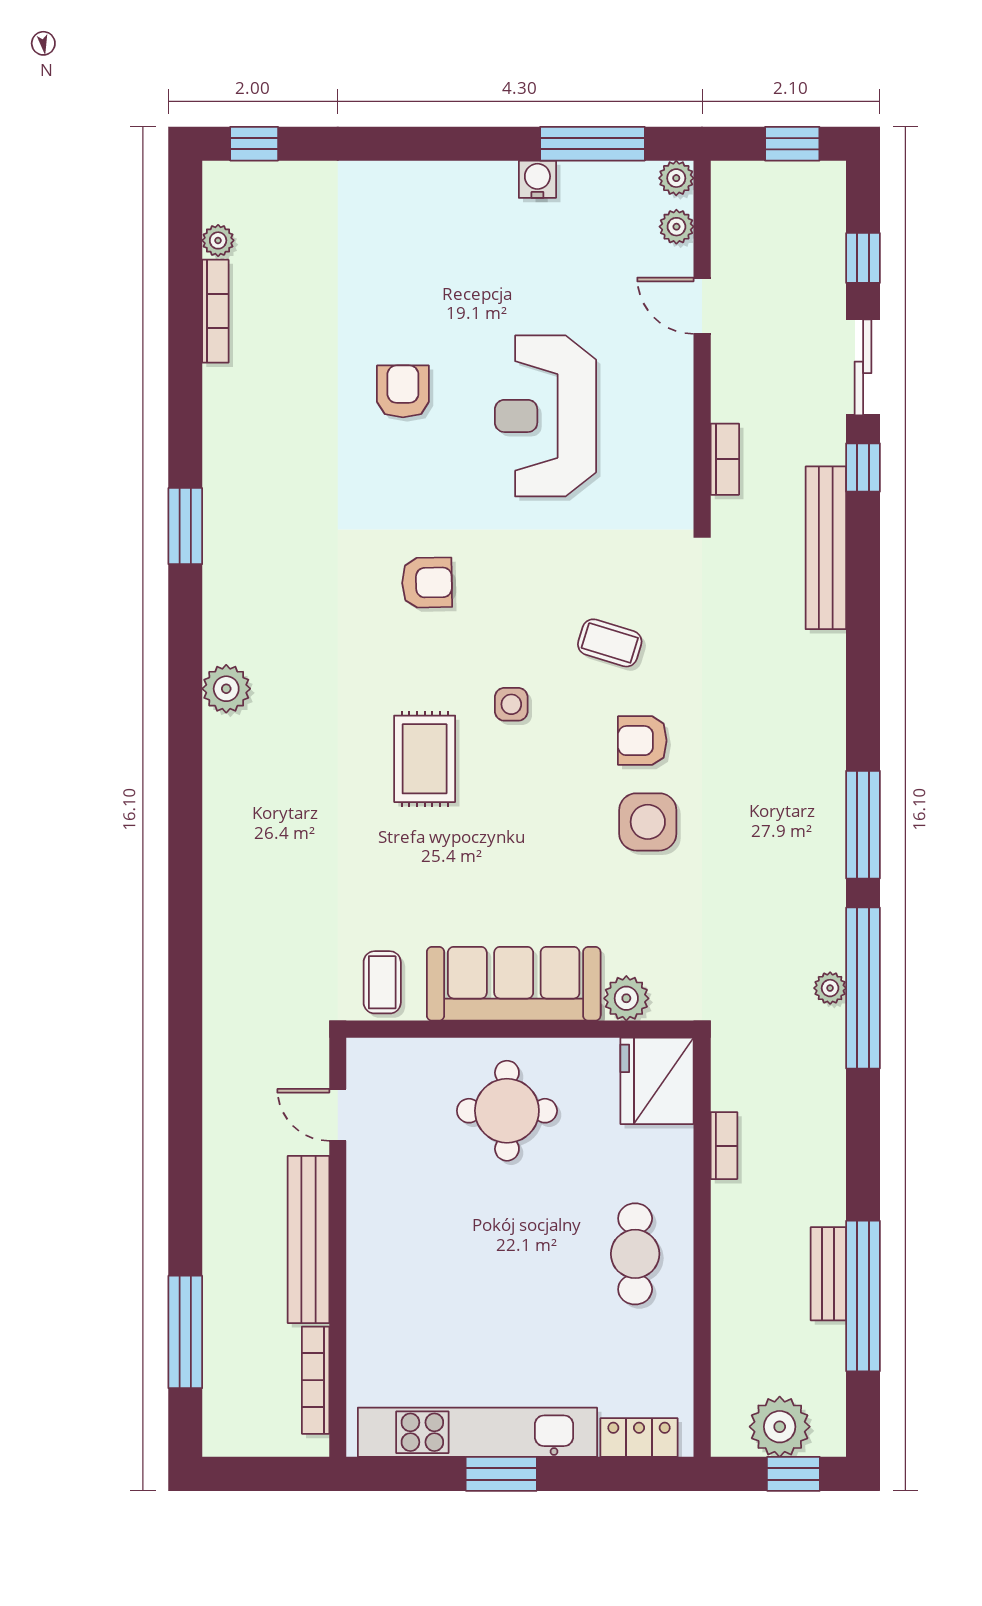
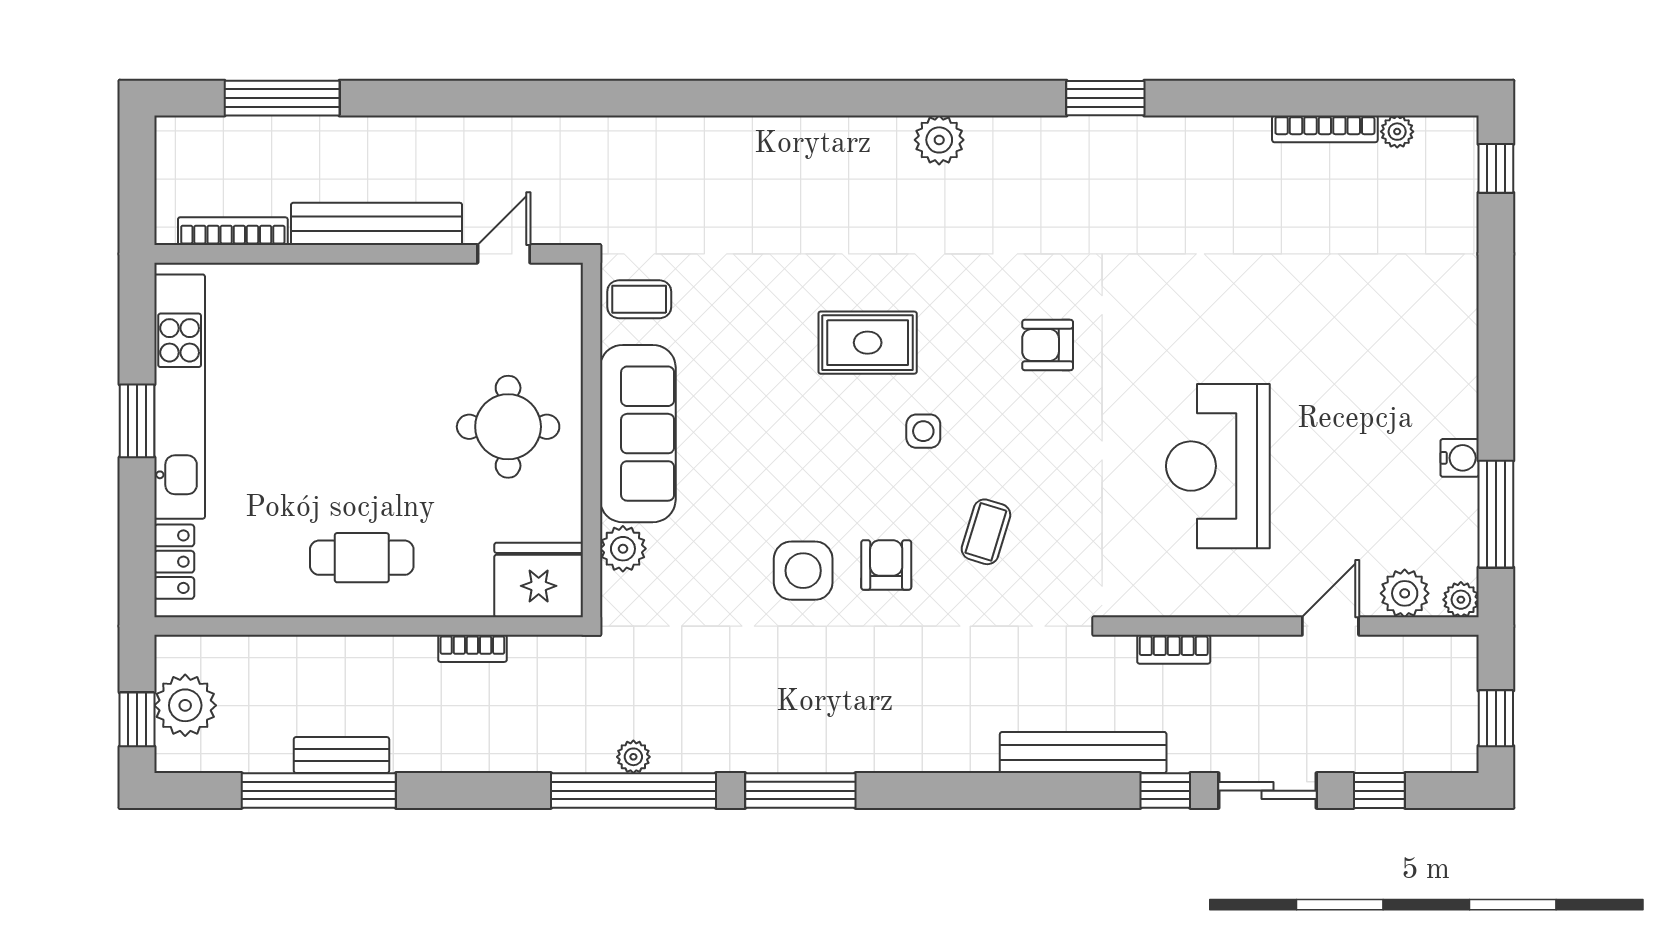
plant: (676, 227) -> (1405, 593), width x1.38, depth x1.38
armchair: (403, 391) -> (1243, 320), removed
reception desk: (545, 416) -> (1218, 466), turned -90
armchair: (427, 583) -> (1048, 345), turned 91

